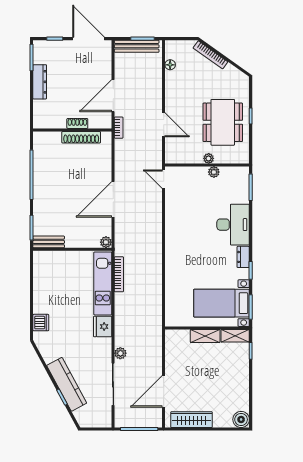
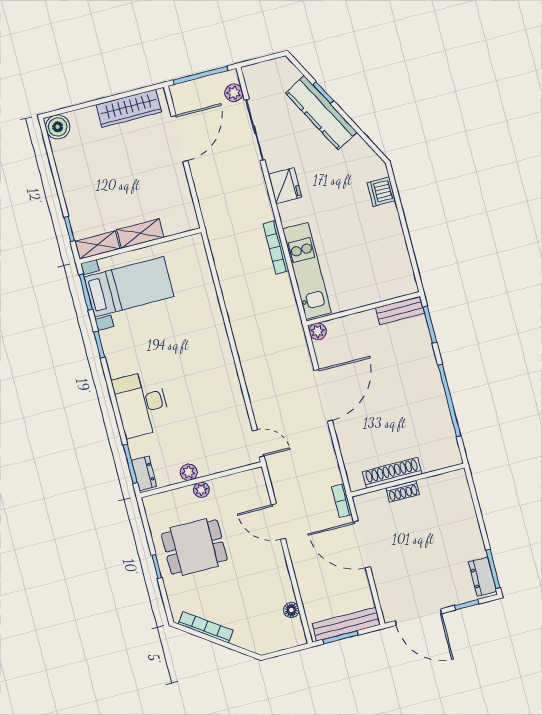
bookcase: (210, 55) -> (206, 627), moved
dresser: (40, 82) -> (483, 577), moved, width x0.70
door: (113, 96) -> (362, 544), swing flipped
dining table: (223, 122) -> (194, 547), width x0.73
dresser: (243, 257) -> (144, 473), moved
bookcase: (119, 274) -> (276, 247), moved
fridge: (103, 327) -> (285, 186), moved
plant: (120, 353) -> (234, 93), moved

